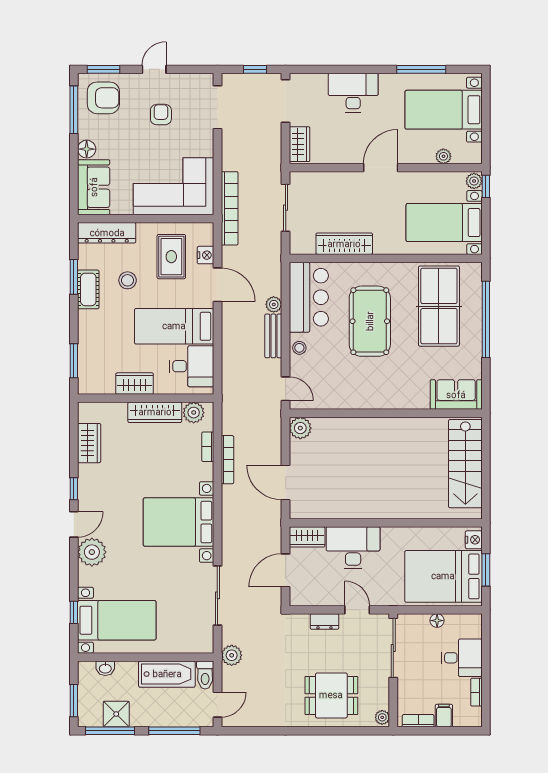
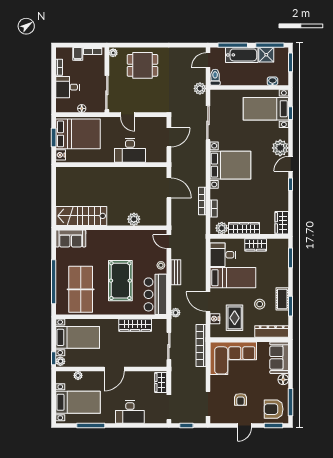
plant: (274, 304) -> (176, 313), moved
plant: (300, 428) -> (134, 219), moved
wardrobe: (89, 443) -> (282, 223), moved
stairs: (465, 464) -> (81, 216), moved, turned -90
wardrobe: (307, 537) -> (156, 157), removed
dresser: (324, 622) -> (146, 108), removed
bathtub: (167, 674) -> (242, 55), moved, turned 180

